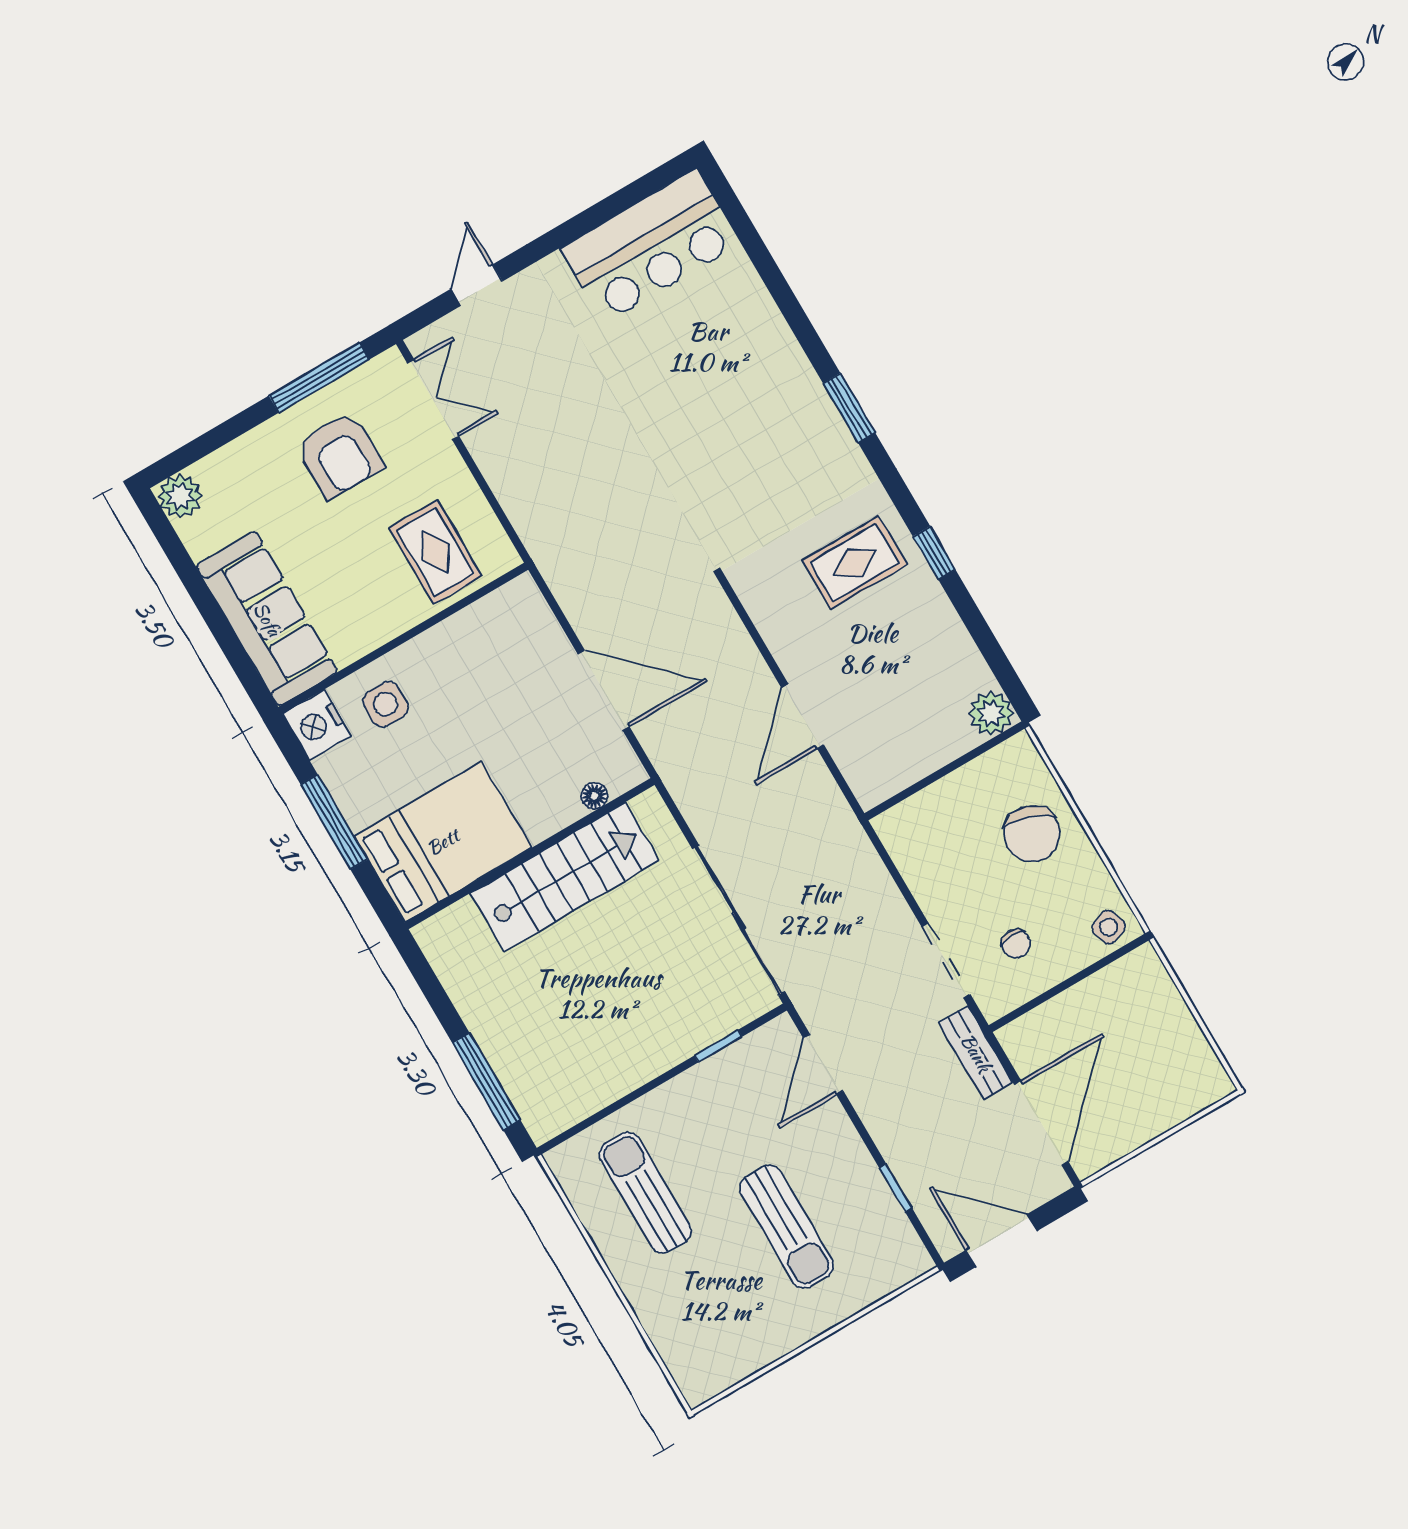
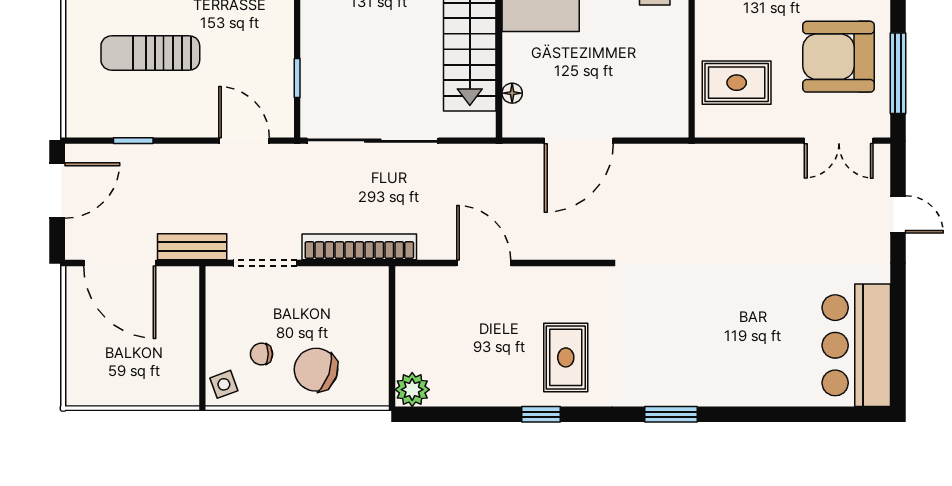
armchair: (340, 455) -> (839, 57), width x1.36, depth x1.36
bookcase: (866, 866) -> (359, 247), added
chair: (1016, 944) -> (261, 354), moved

